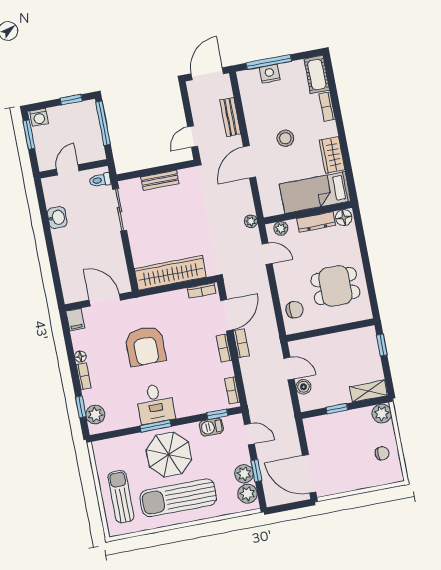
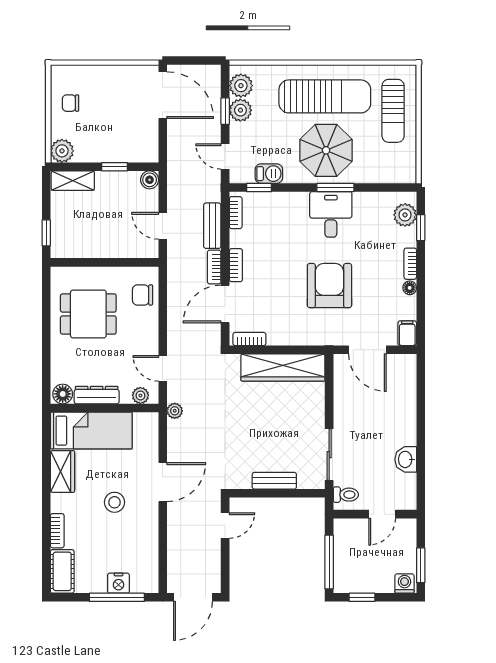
bench: (230, 117) -> (212, 226), moved
boiler: (303, 387) -> (150, 180), moved

